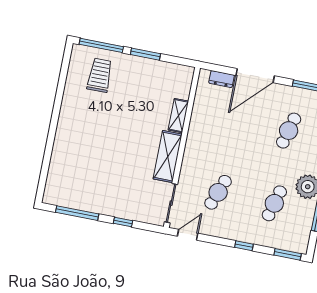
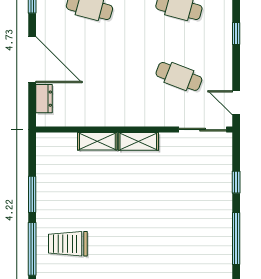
shelving: (168, 157) -> (138, 141), width x0.67, depth x0.75

